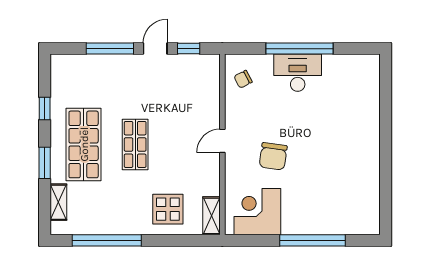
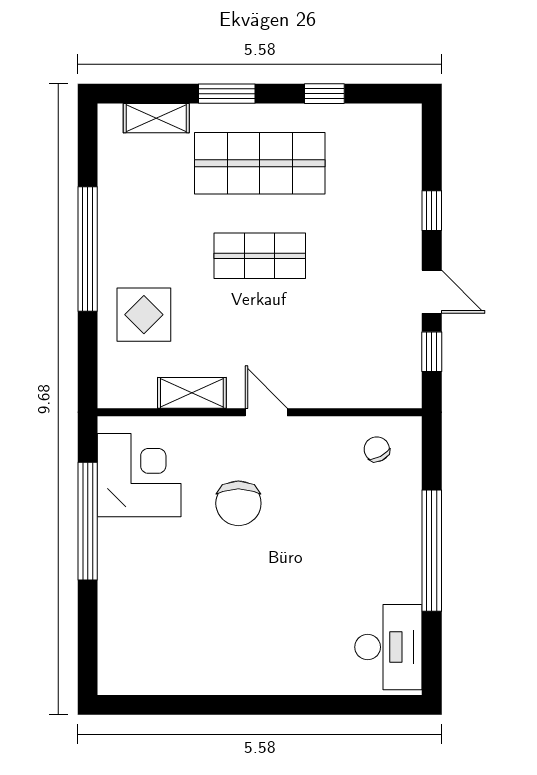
window: (110, 49) -> (432, 211), width x0.46
desk: (298, 73) -> (388, 647), moved
chair: (273, 156) -> (238, 503), turned -98
shelving: (212, 216) -> (192, 393), moved
window: (107, 240) -> (88, 249), moved
window: (312, 240) -> (88, 521), moved

